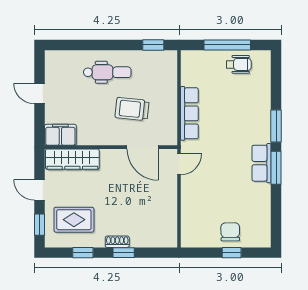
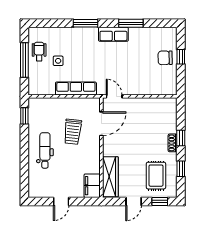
side table: (226, 90) -> (58, 61), added
window: (276, 168) -> (131, 23), moved

